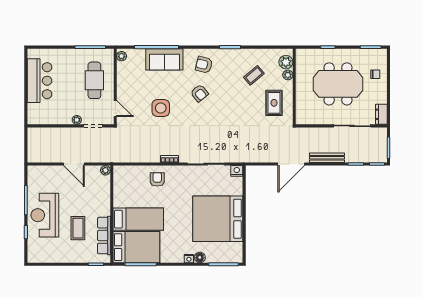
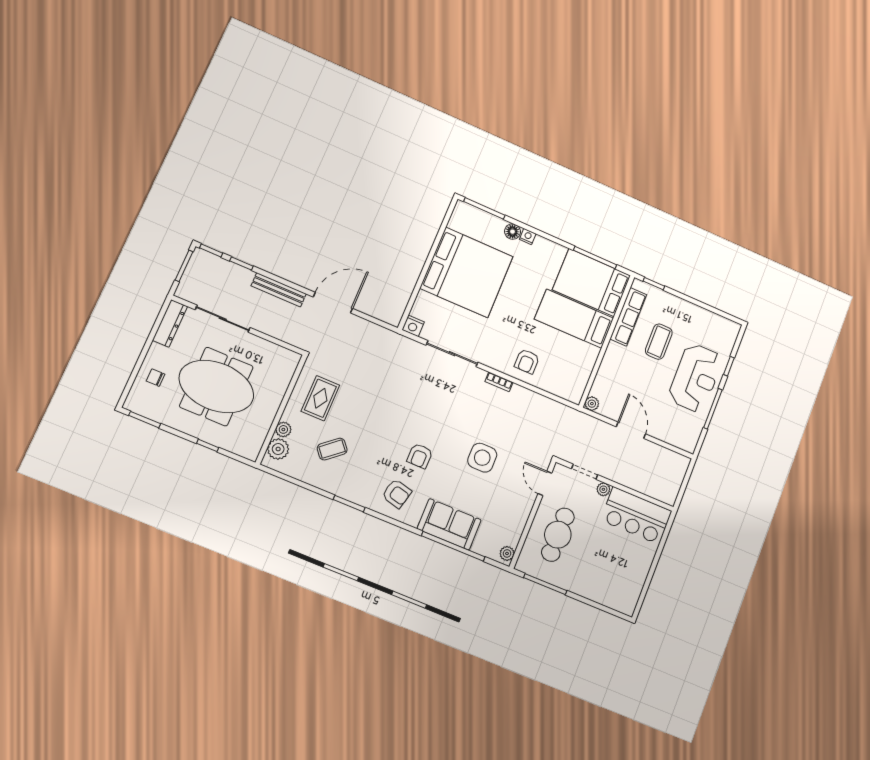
bar counter: (40, 81) -> (636, 516), moved, turned -90
armchair: (199, 93) -> (420, 456), turned -141
dresser: (381, 114) -> (170, 323), width x1.44

